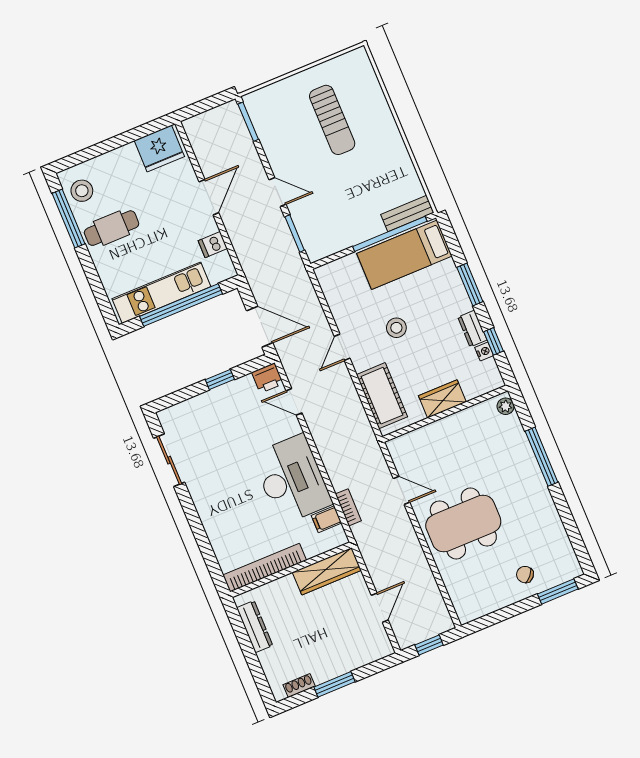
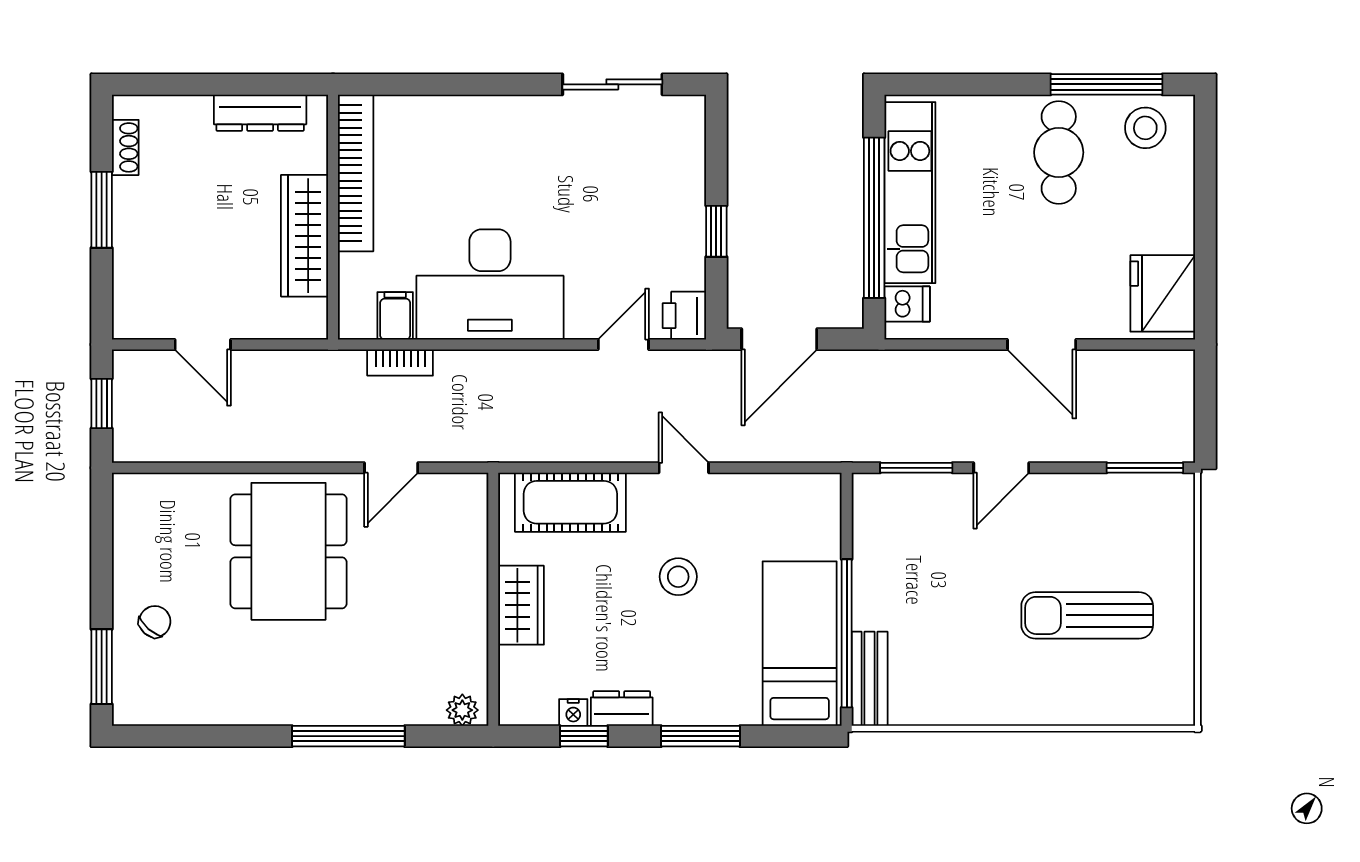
dishwasher: (213, 245) -> (907, 304), moved, turned 90
wardrobe: (327, 571) -> (304, 236), moved

